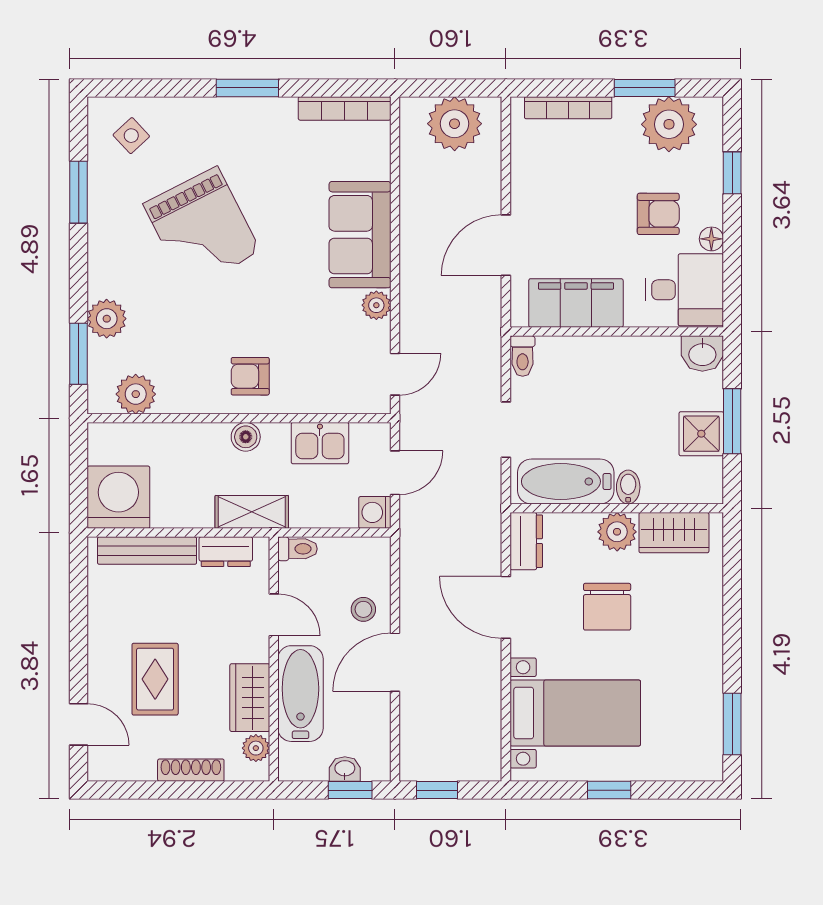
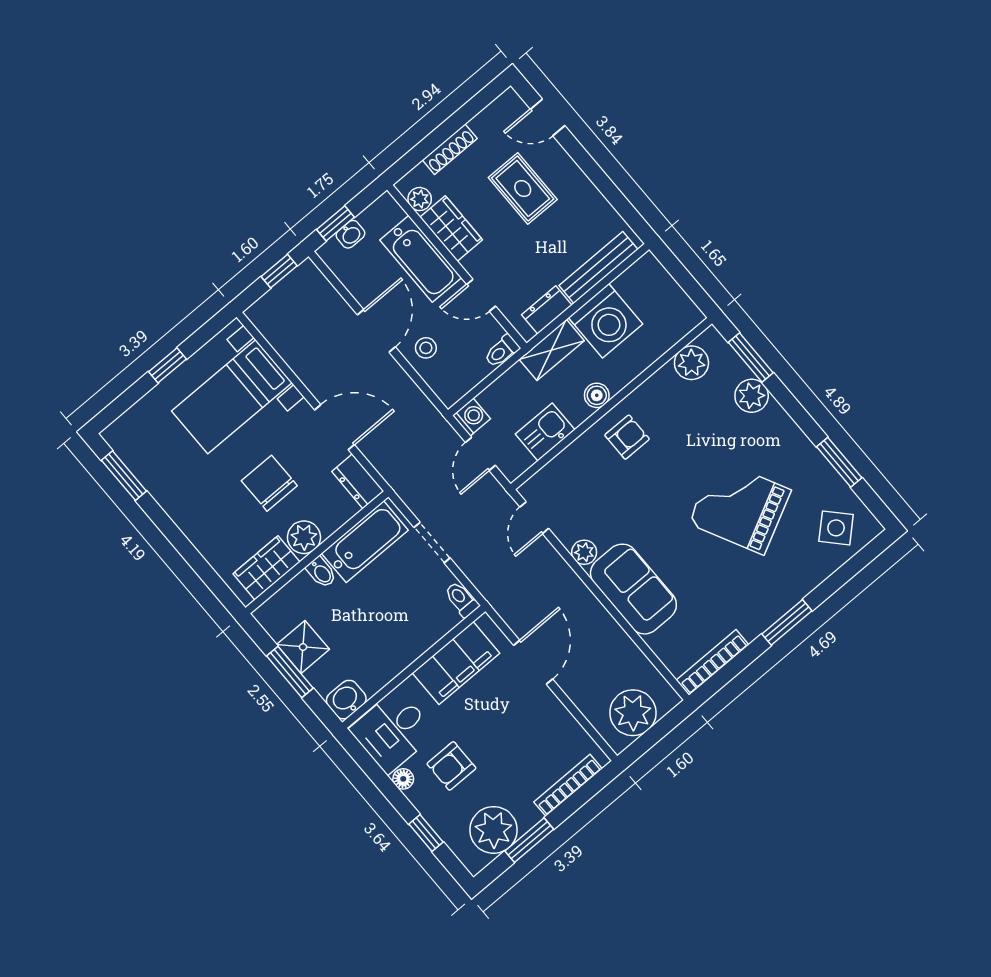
side table: (131, 136) -> (836, 528), width x1.37, depth x1.37
washing machine: (118, 497) -> (606, 321), moved

